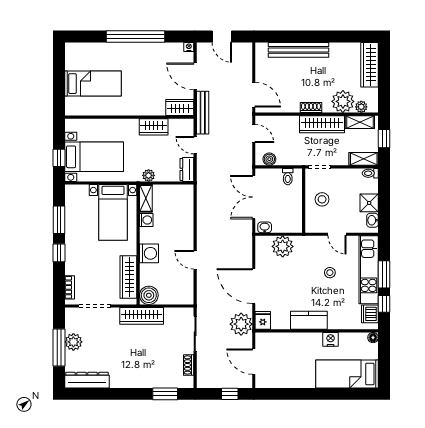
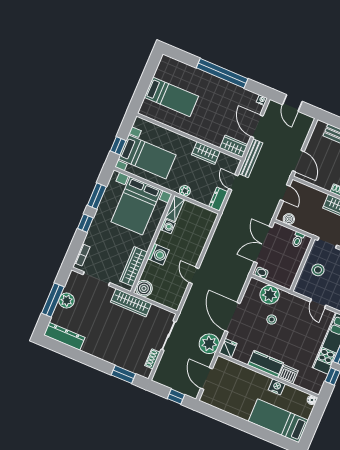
bed with nightstands: (113, 212) -> (136, 206), width x1.36
stool: (330, 273) -> (272, 320), moved
dishwasher: (370, 314) -> (288, 374), moved, turned 90

